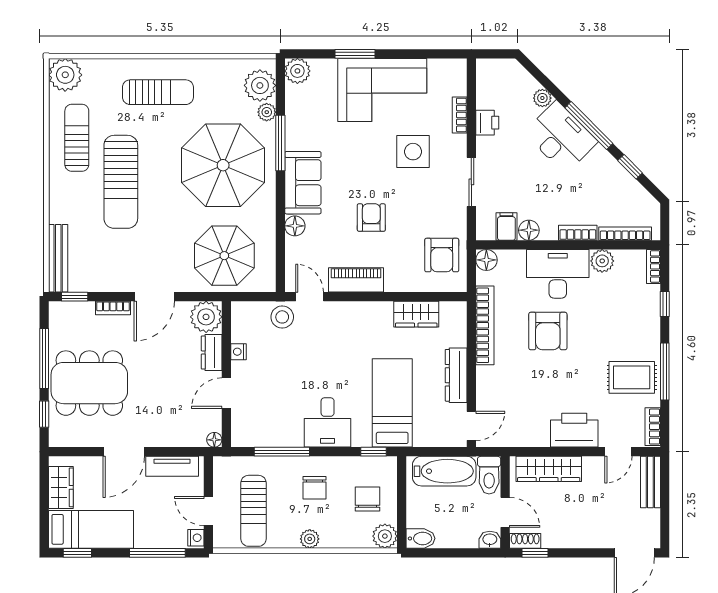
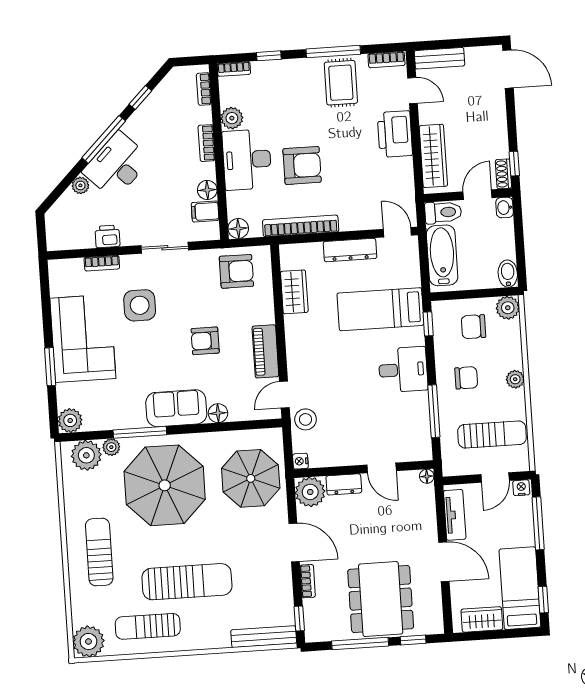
bookcase: (625, 234) -> (204, 89), width x0.64
nightstand: (238, 352) -> (300, 461), moved, turned 90

